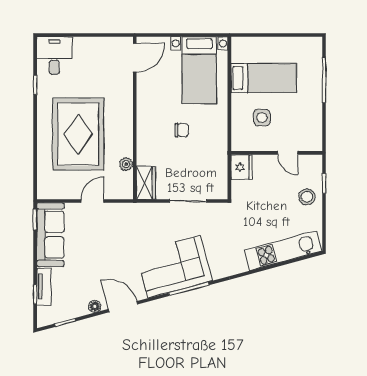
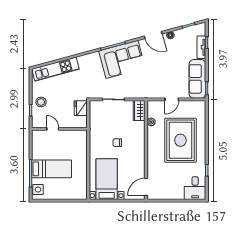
bed: (264, 78) -> (51, 169), moved, turned 180
side table: (262, 118) -> (38, 190), moved
fridge: (242, 167) -> (81, 108), moved

